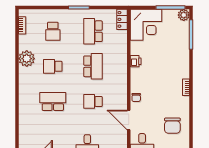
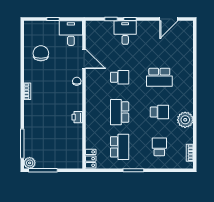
corner desk: (146, 25) -> (67, 153), removed

